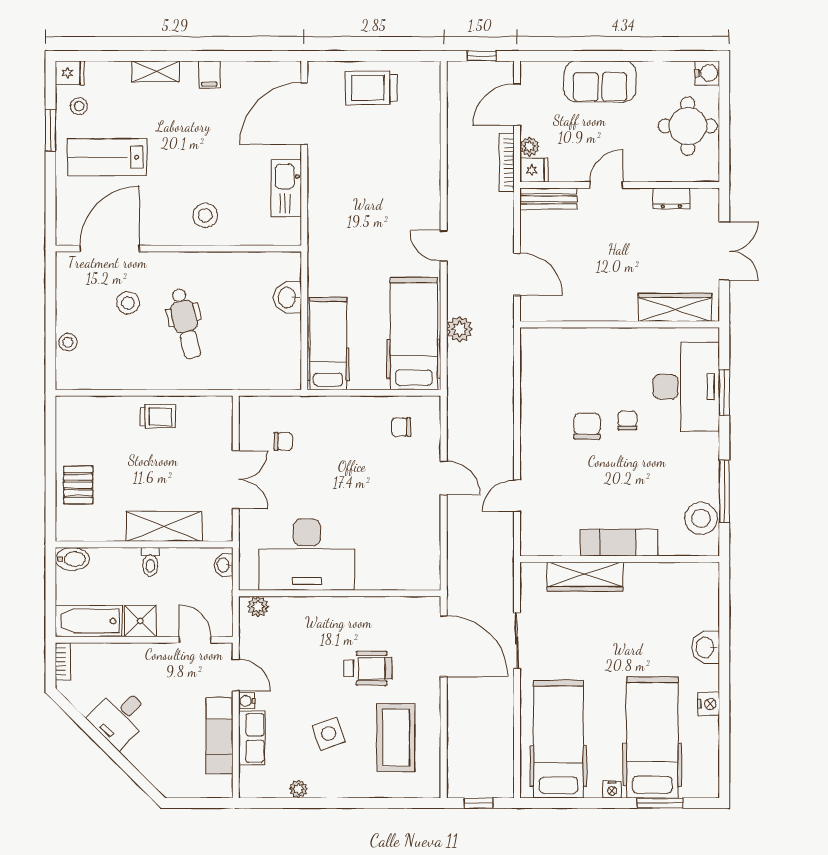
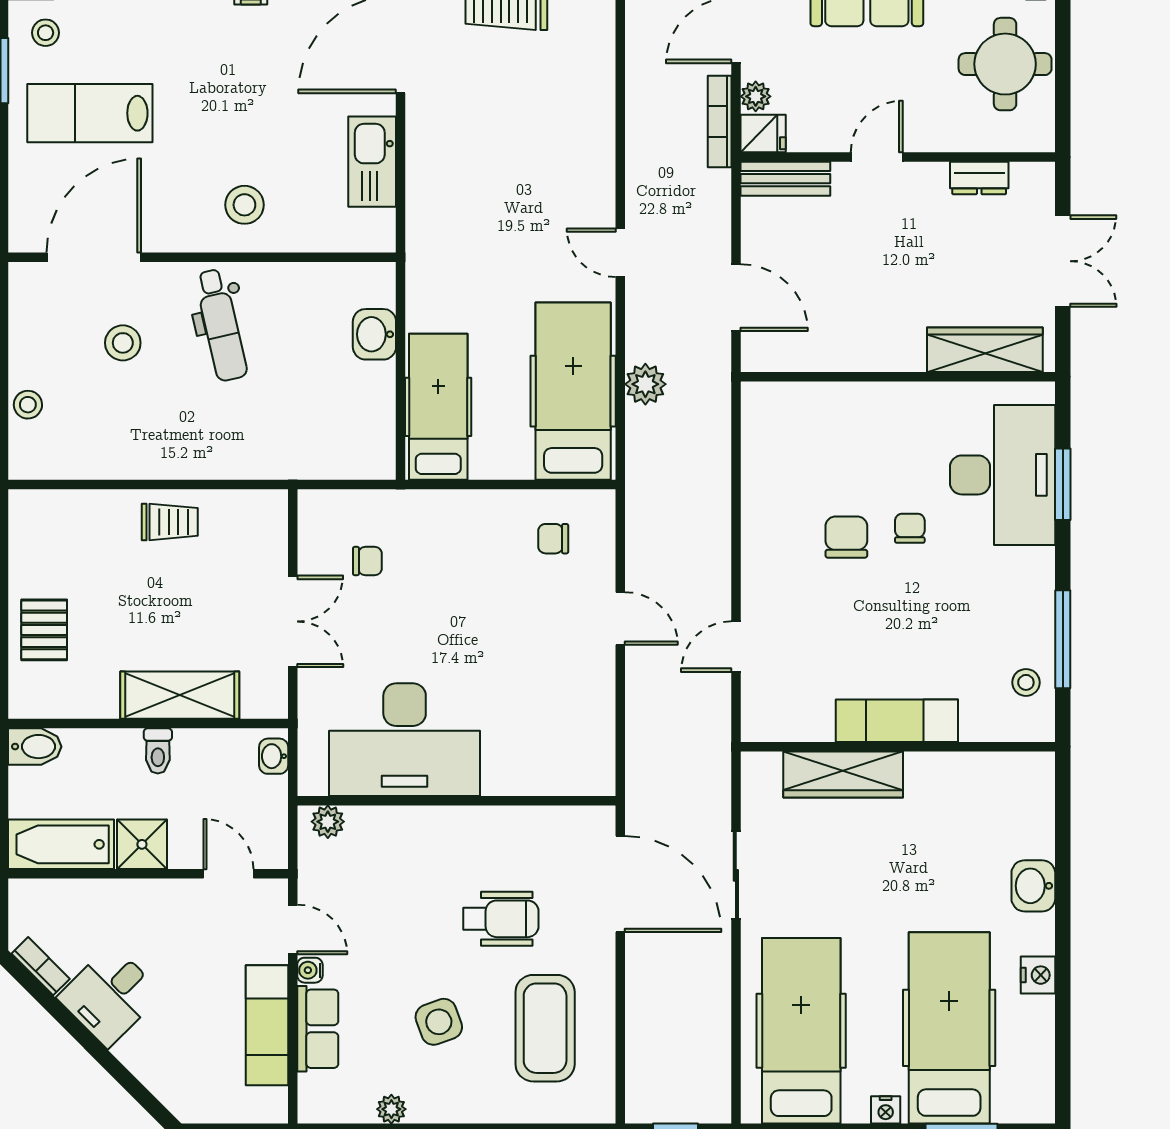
dental chair: (186, 323) -> (221, 325), moved
stool: (701, 518) -> (1026, 682), width x0.53, depth x0.53
bookcase: (63, 661) -> (41, 966), moved, turned -45

